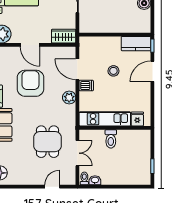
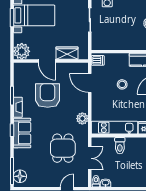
wardrobe: (64, 36) -> (67, 53), moved
dishwasher: (86, 86) -> (98, 60), moved
plant: (69, 97) -> (82, 119), moved

